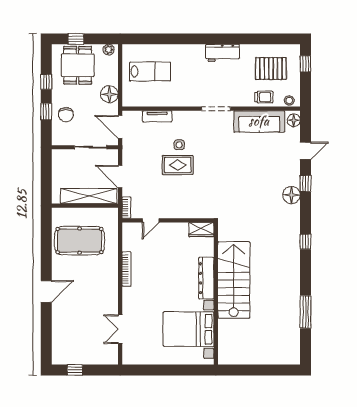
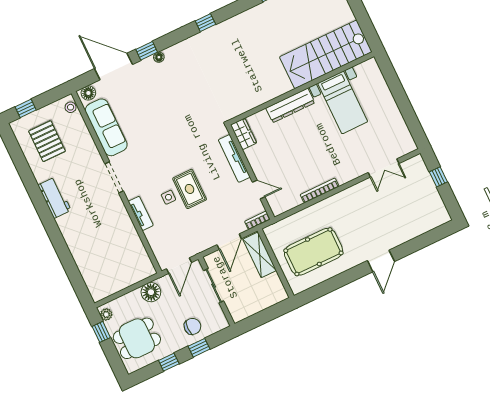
window: (76, 39) -> (101, 332), moved
lab bench: (150, 71) -> (108, 262), removed
trolley: (264, 97) -> (79, 135), removed
tv unit: (157, 116) -> (141, 213), moved
door: (306, 151) -> (113, 66), width x1.88
floor lamp: (291, 195) -> (159, 57), width x0.53, depth x0.53
shelving: (89, 196) -> (260, 255), width x0.68
tv unit: (185, 213) -> (234, 158), added
pool table: (80, 241) -> (313, 252), turned 90
stairs: (234, 280) -> (326, 54), moved
door: (46, 291) -> (381, 261), swing flipped
bed with nightstands: (189, 329) -> (343, 102), width x0.73
window: (75, 370) -> (438, 177), moved

